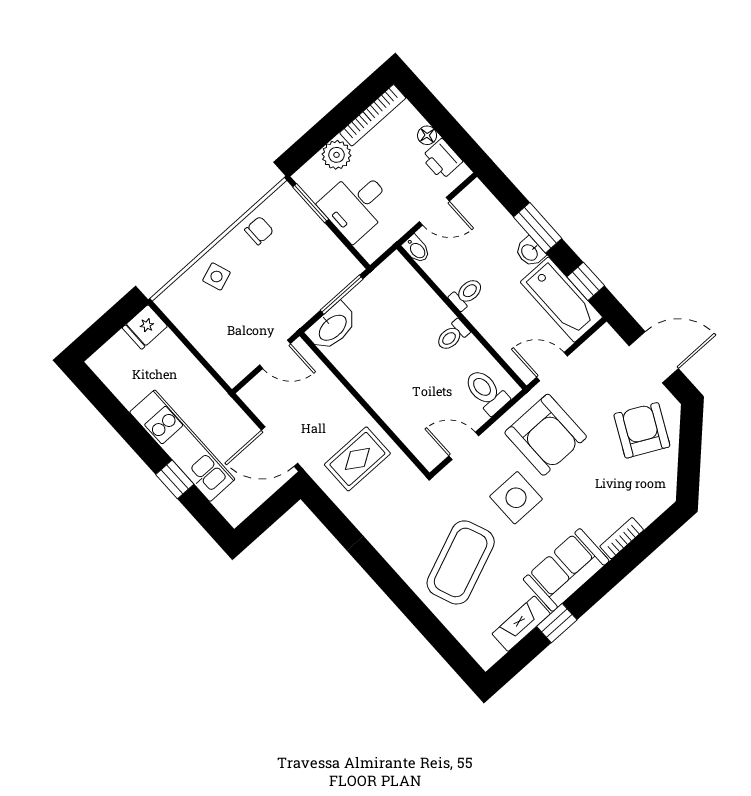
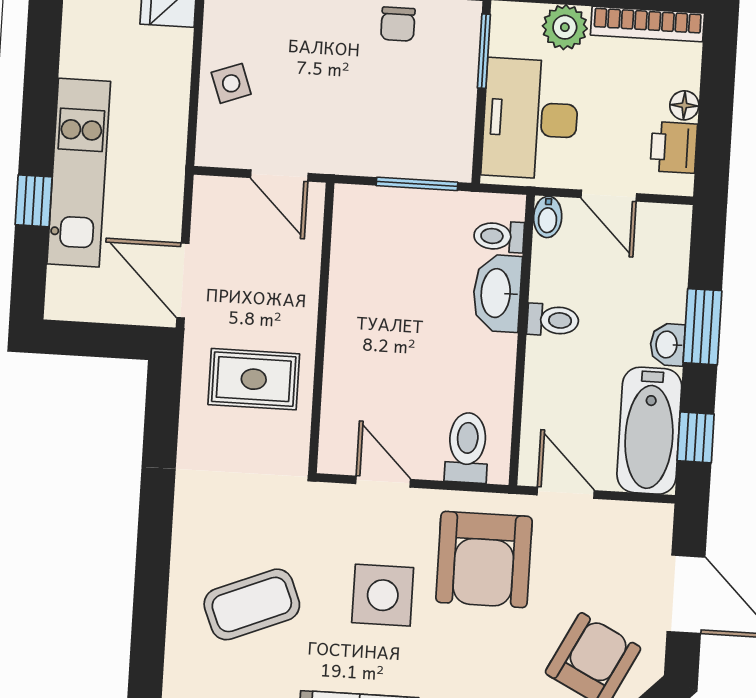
desk: (356, 205) -> (530, 119), width x1.37
chair: (259, 231) -> (398, 24), turned 90
side table: (217, 276) -> (231, 83), moved
washbasin: (332, 327) -> (497, 293), moved, turned 90
toilet: (452, 335) -> (499, 236), moved
coffee table: (461, 562) -> (252, 604), width x0.73, depth x0.76

